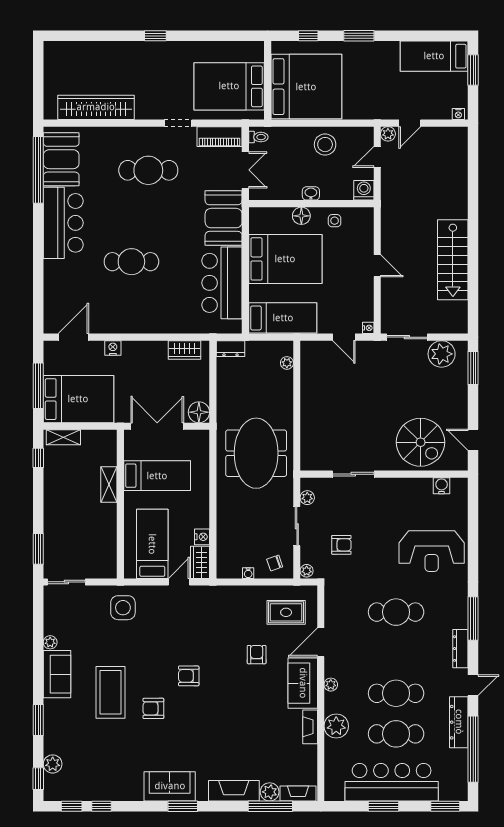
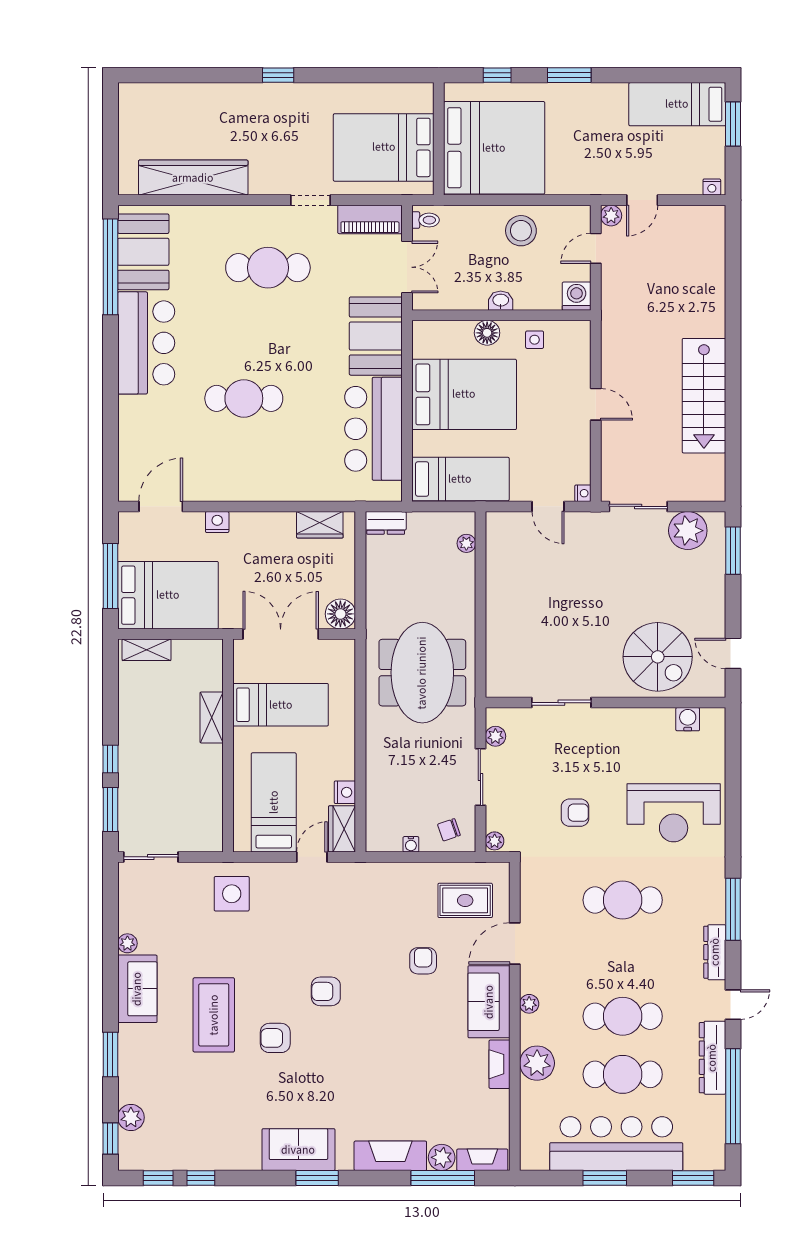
window: (38, 458) -> (110, 759), moved
armchair: (341, 545) -> (575, 813), moved

